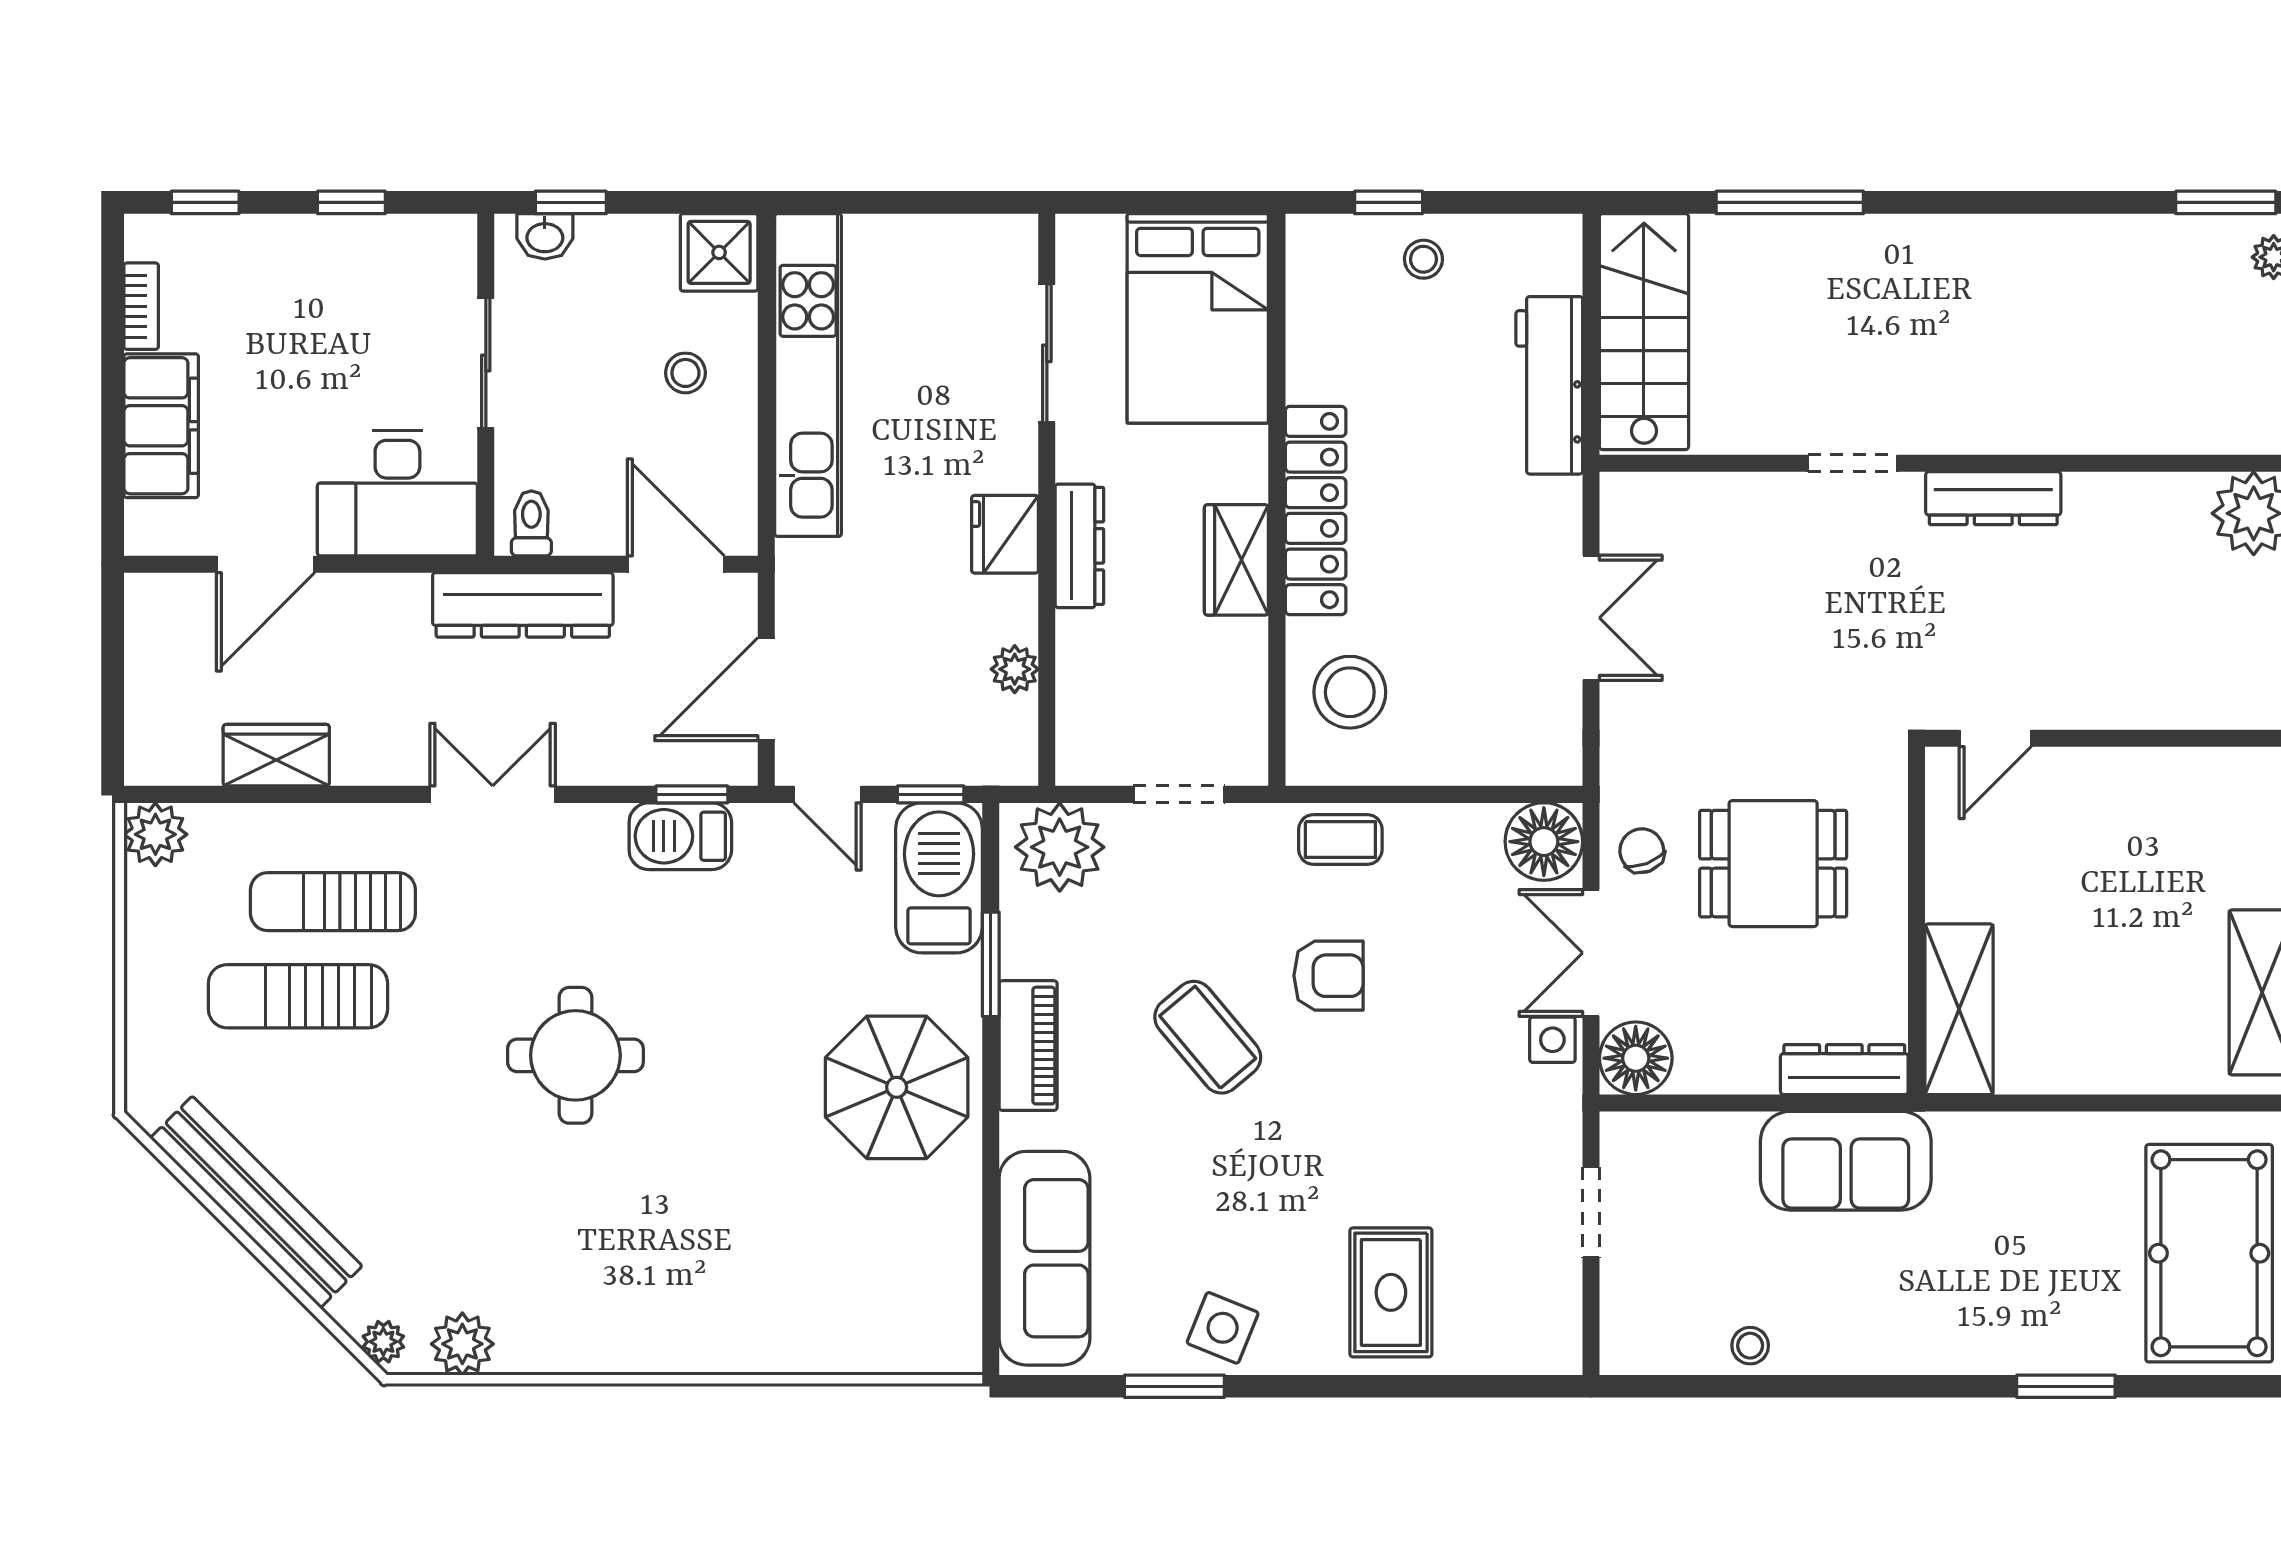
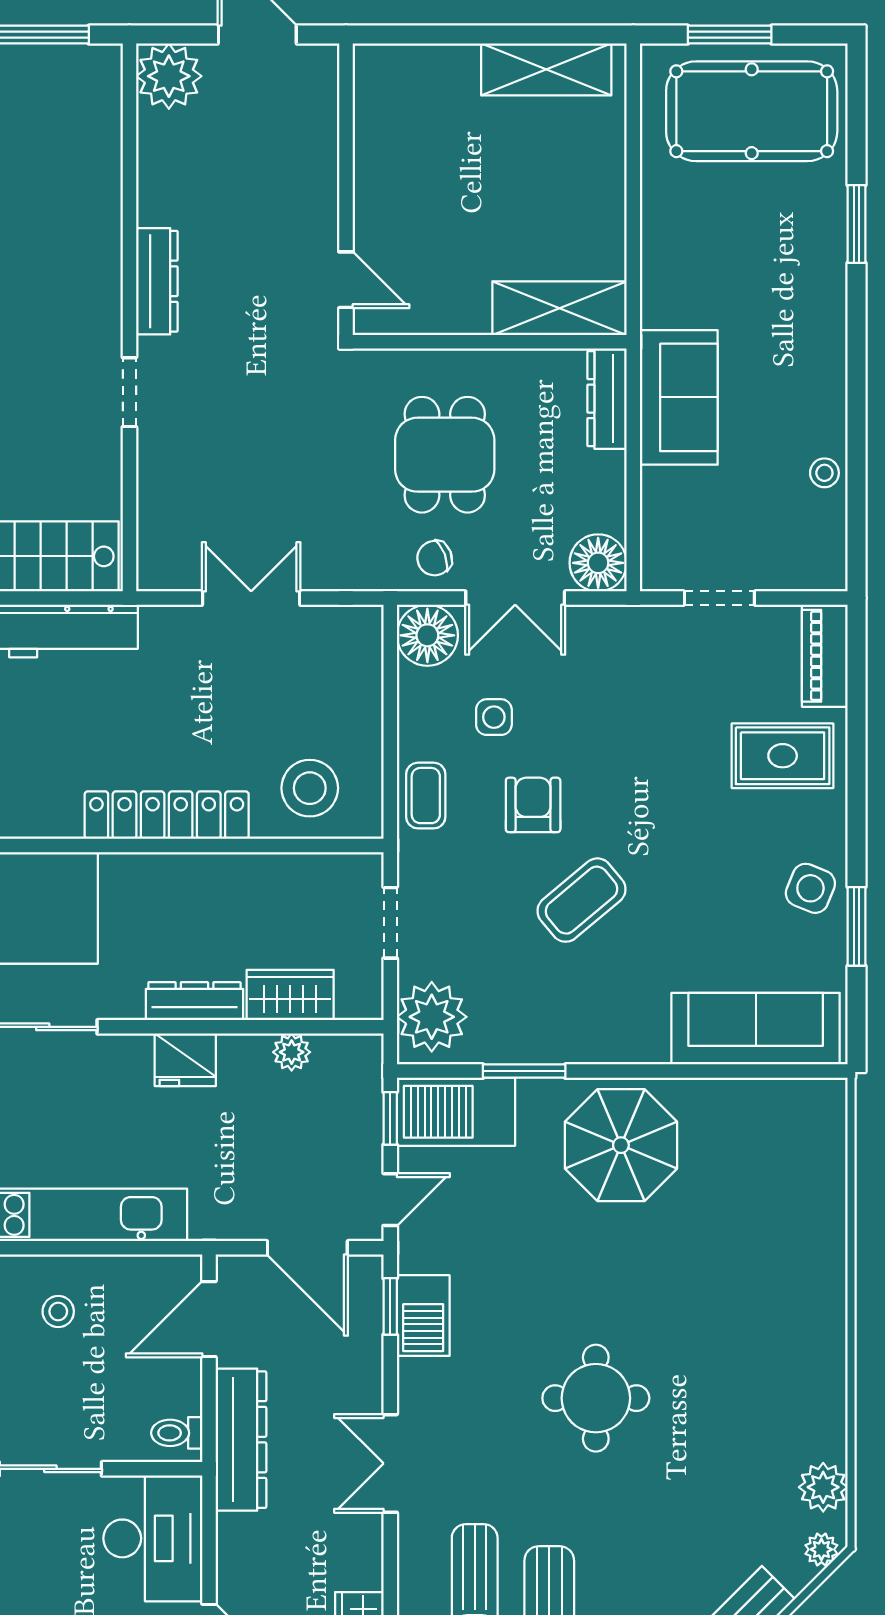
wardrobe: (1236, 560) -> (290, 995), moved, turned 180
side table: (1552, 1040) -> (494, 717), moved
piano: (1028, 1046) -> (825, 656), moved, turned -90

